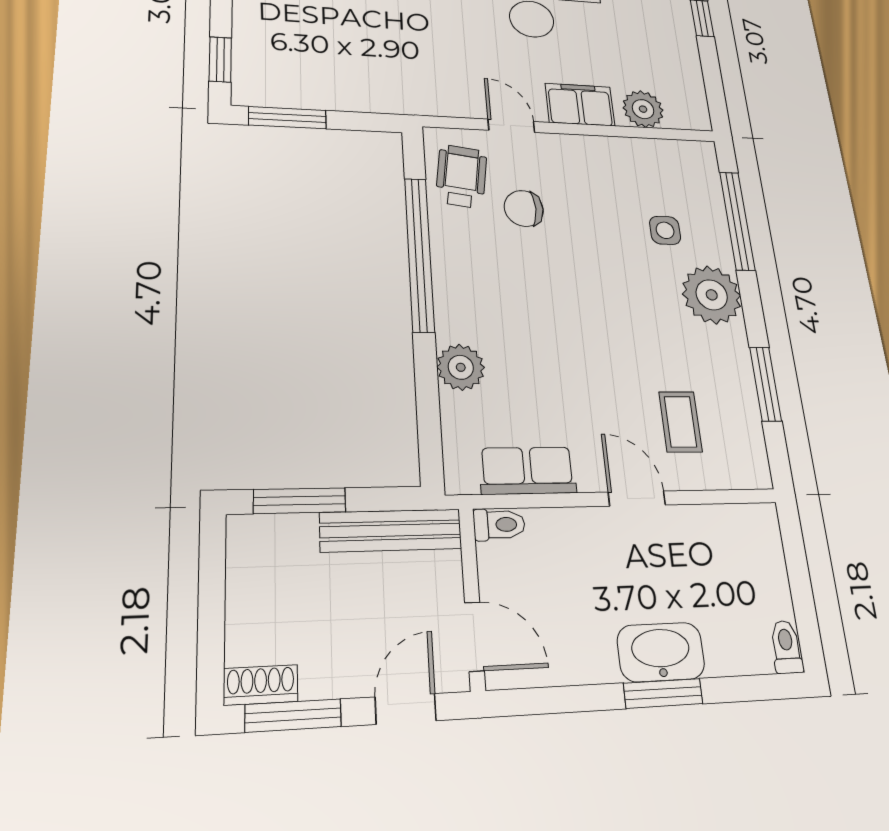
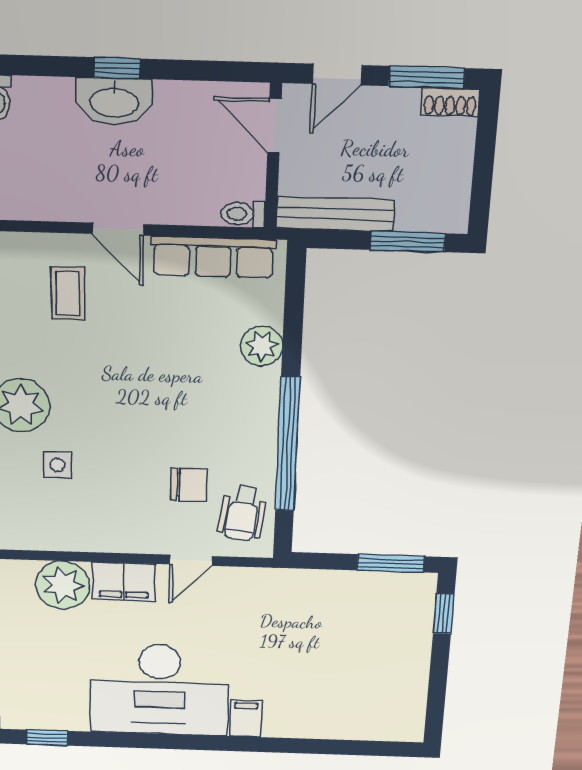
plant: (643, 109) -> (63, 585), width x1.36, depth x1.36
door: (511, 126) -> (191, 560), hinge flipped
row of seats: (527, 471) -> (213, 257), width x1.48
window: (663, 693) -> (117, 68), width x0.67

